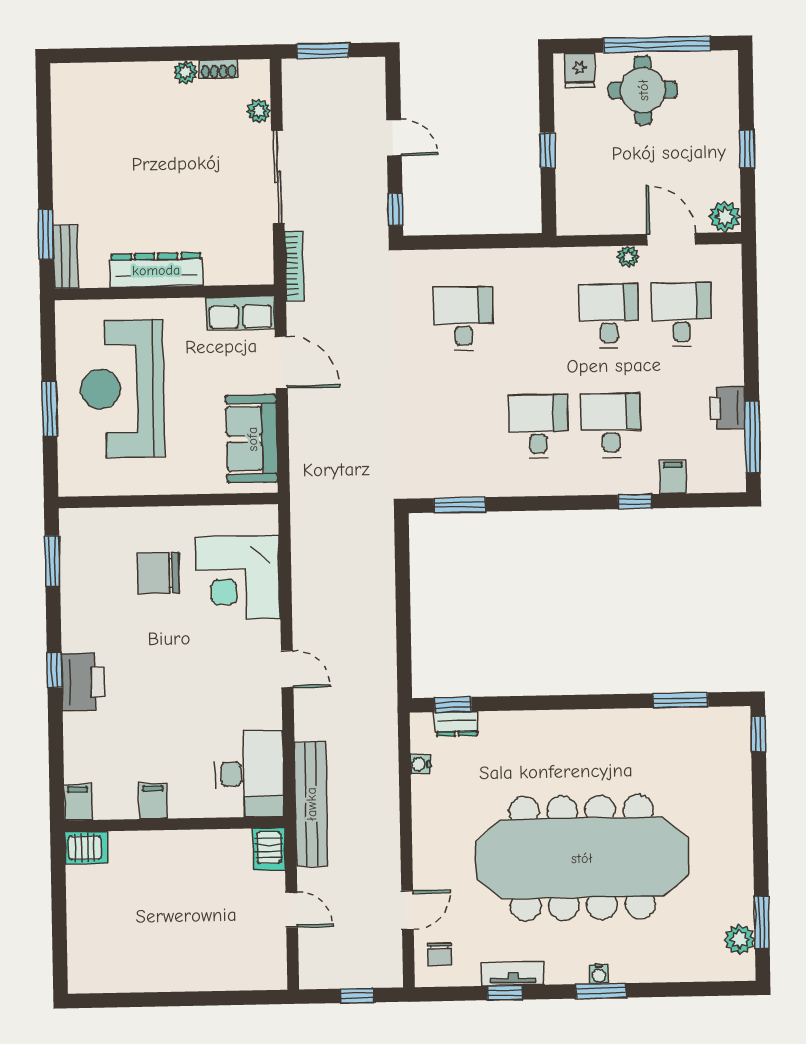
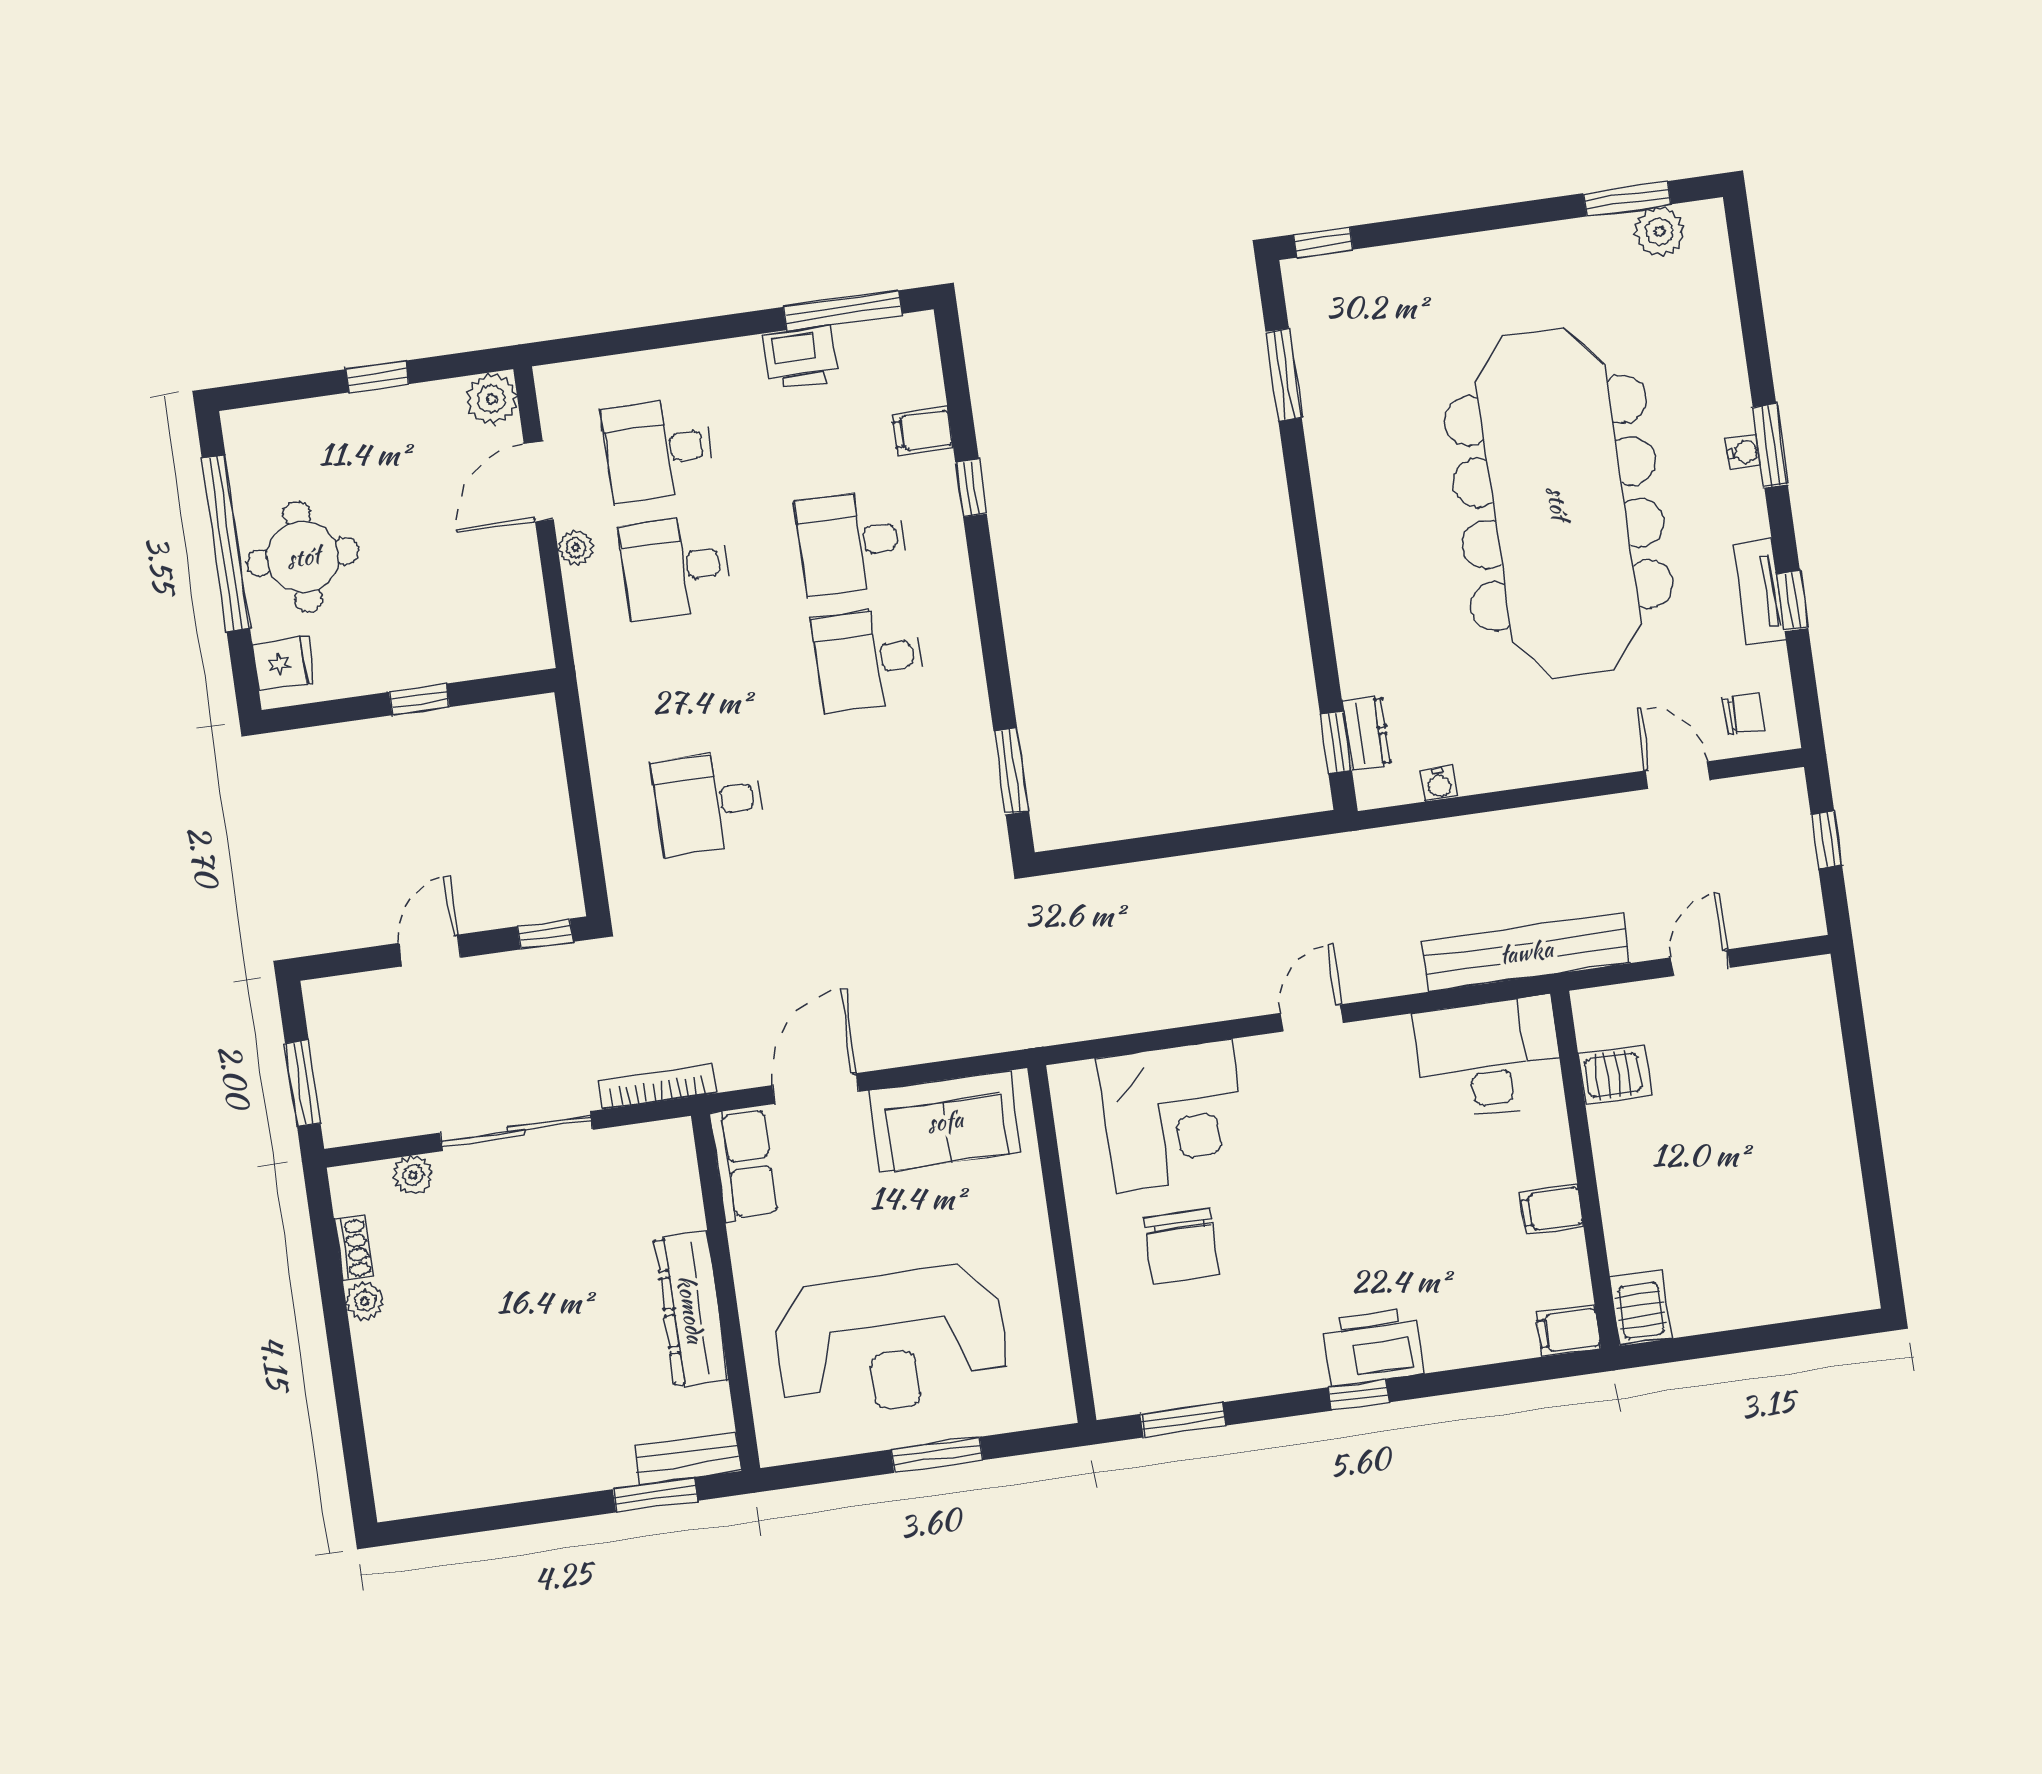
server rack: (269, 849) -> (1616, 1075), moved

